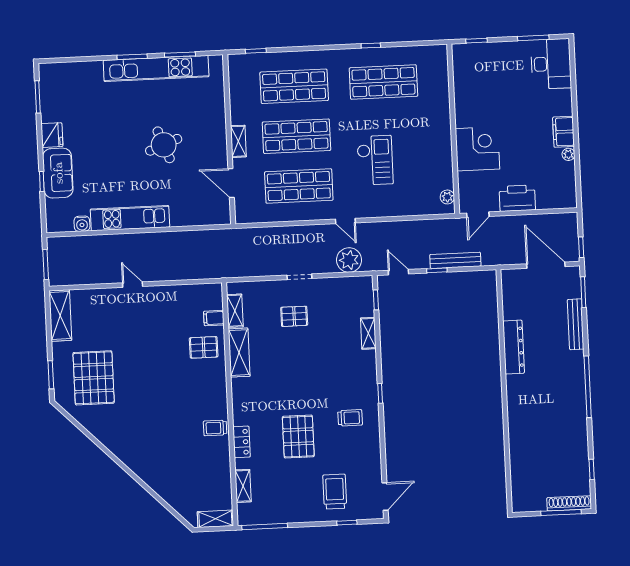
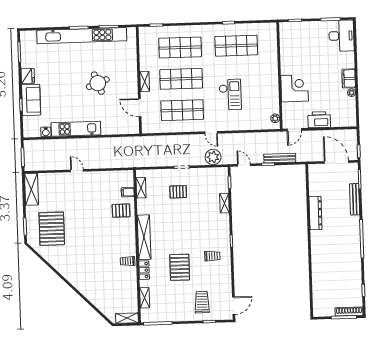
kitchen unit: (156, 68) -> (82, 36), width x1.36
shelving: (239, 353) -> (144, 237), moved, width x1.47

